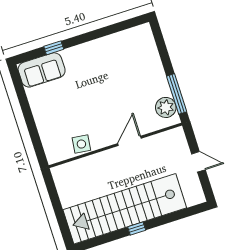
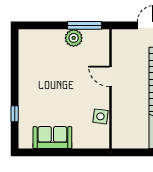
sofa: (42, 70) -> (52, 138), moved, turned -90
plant: (166, 107) -> (74, 38), moved

